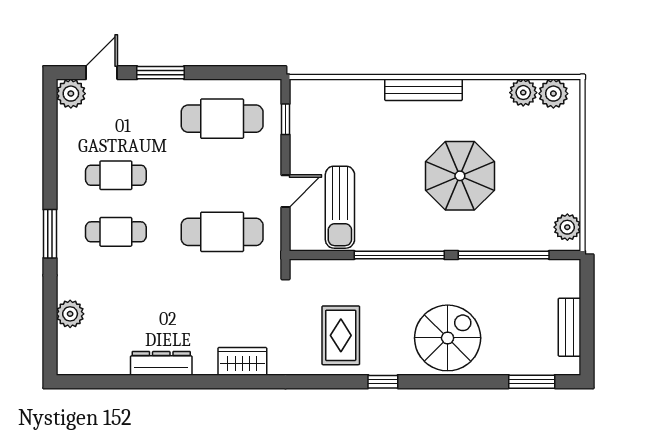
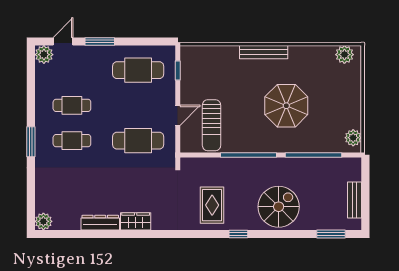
plant: (523, 93) -> (326, 54), removed
plant: (70, 314) -> (43, 221), moved
wardrobe: (242, 361) -> (136, 221), moved

